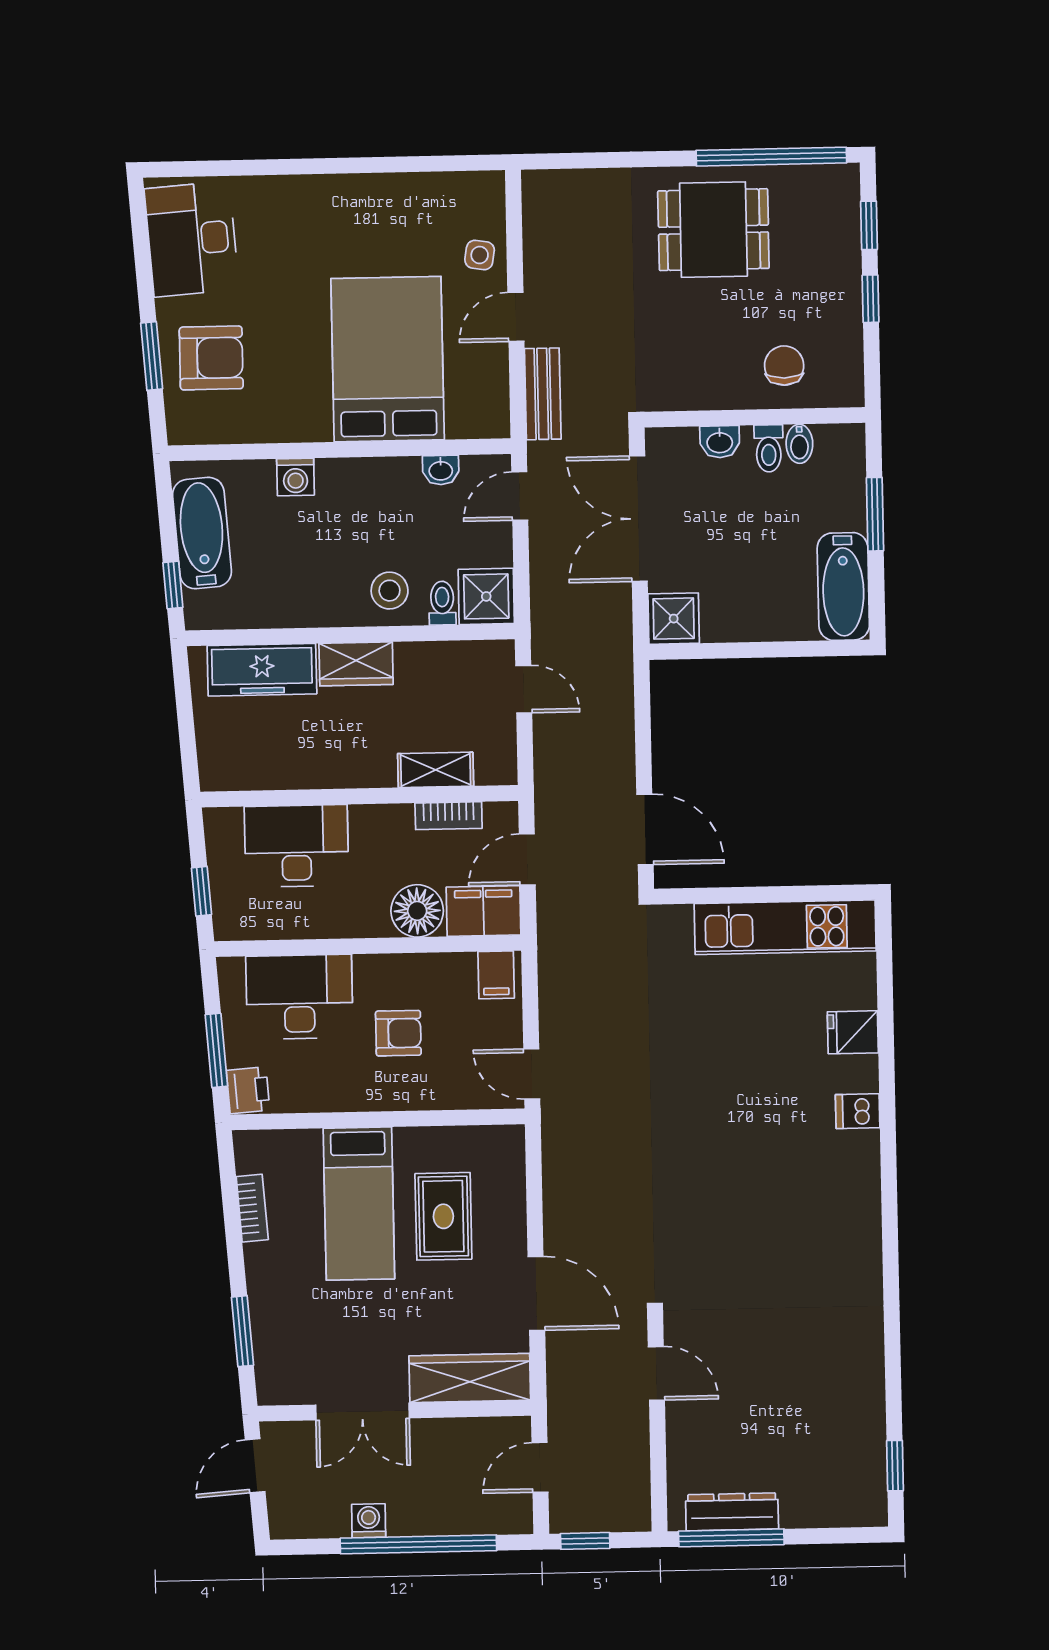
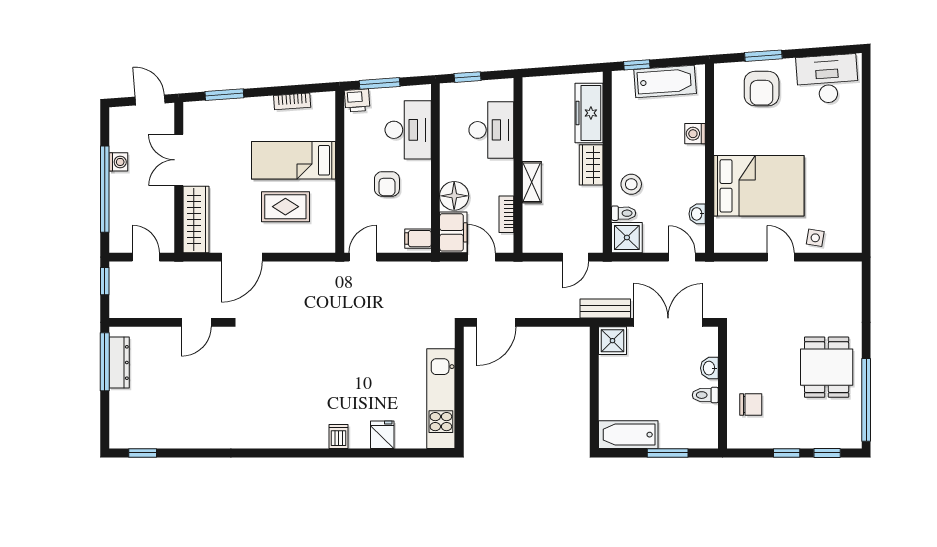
bench: (543, 394) -> (605, 308), moved
bidet: (799, 444) -> (707, 412), removed
shelving: (436, 770) -> (532, 182), moved

